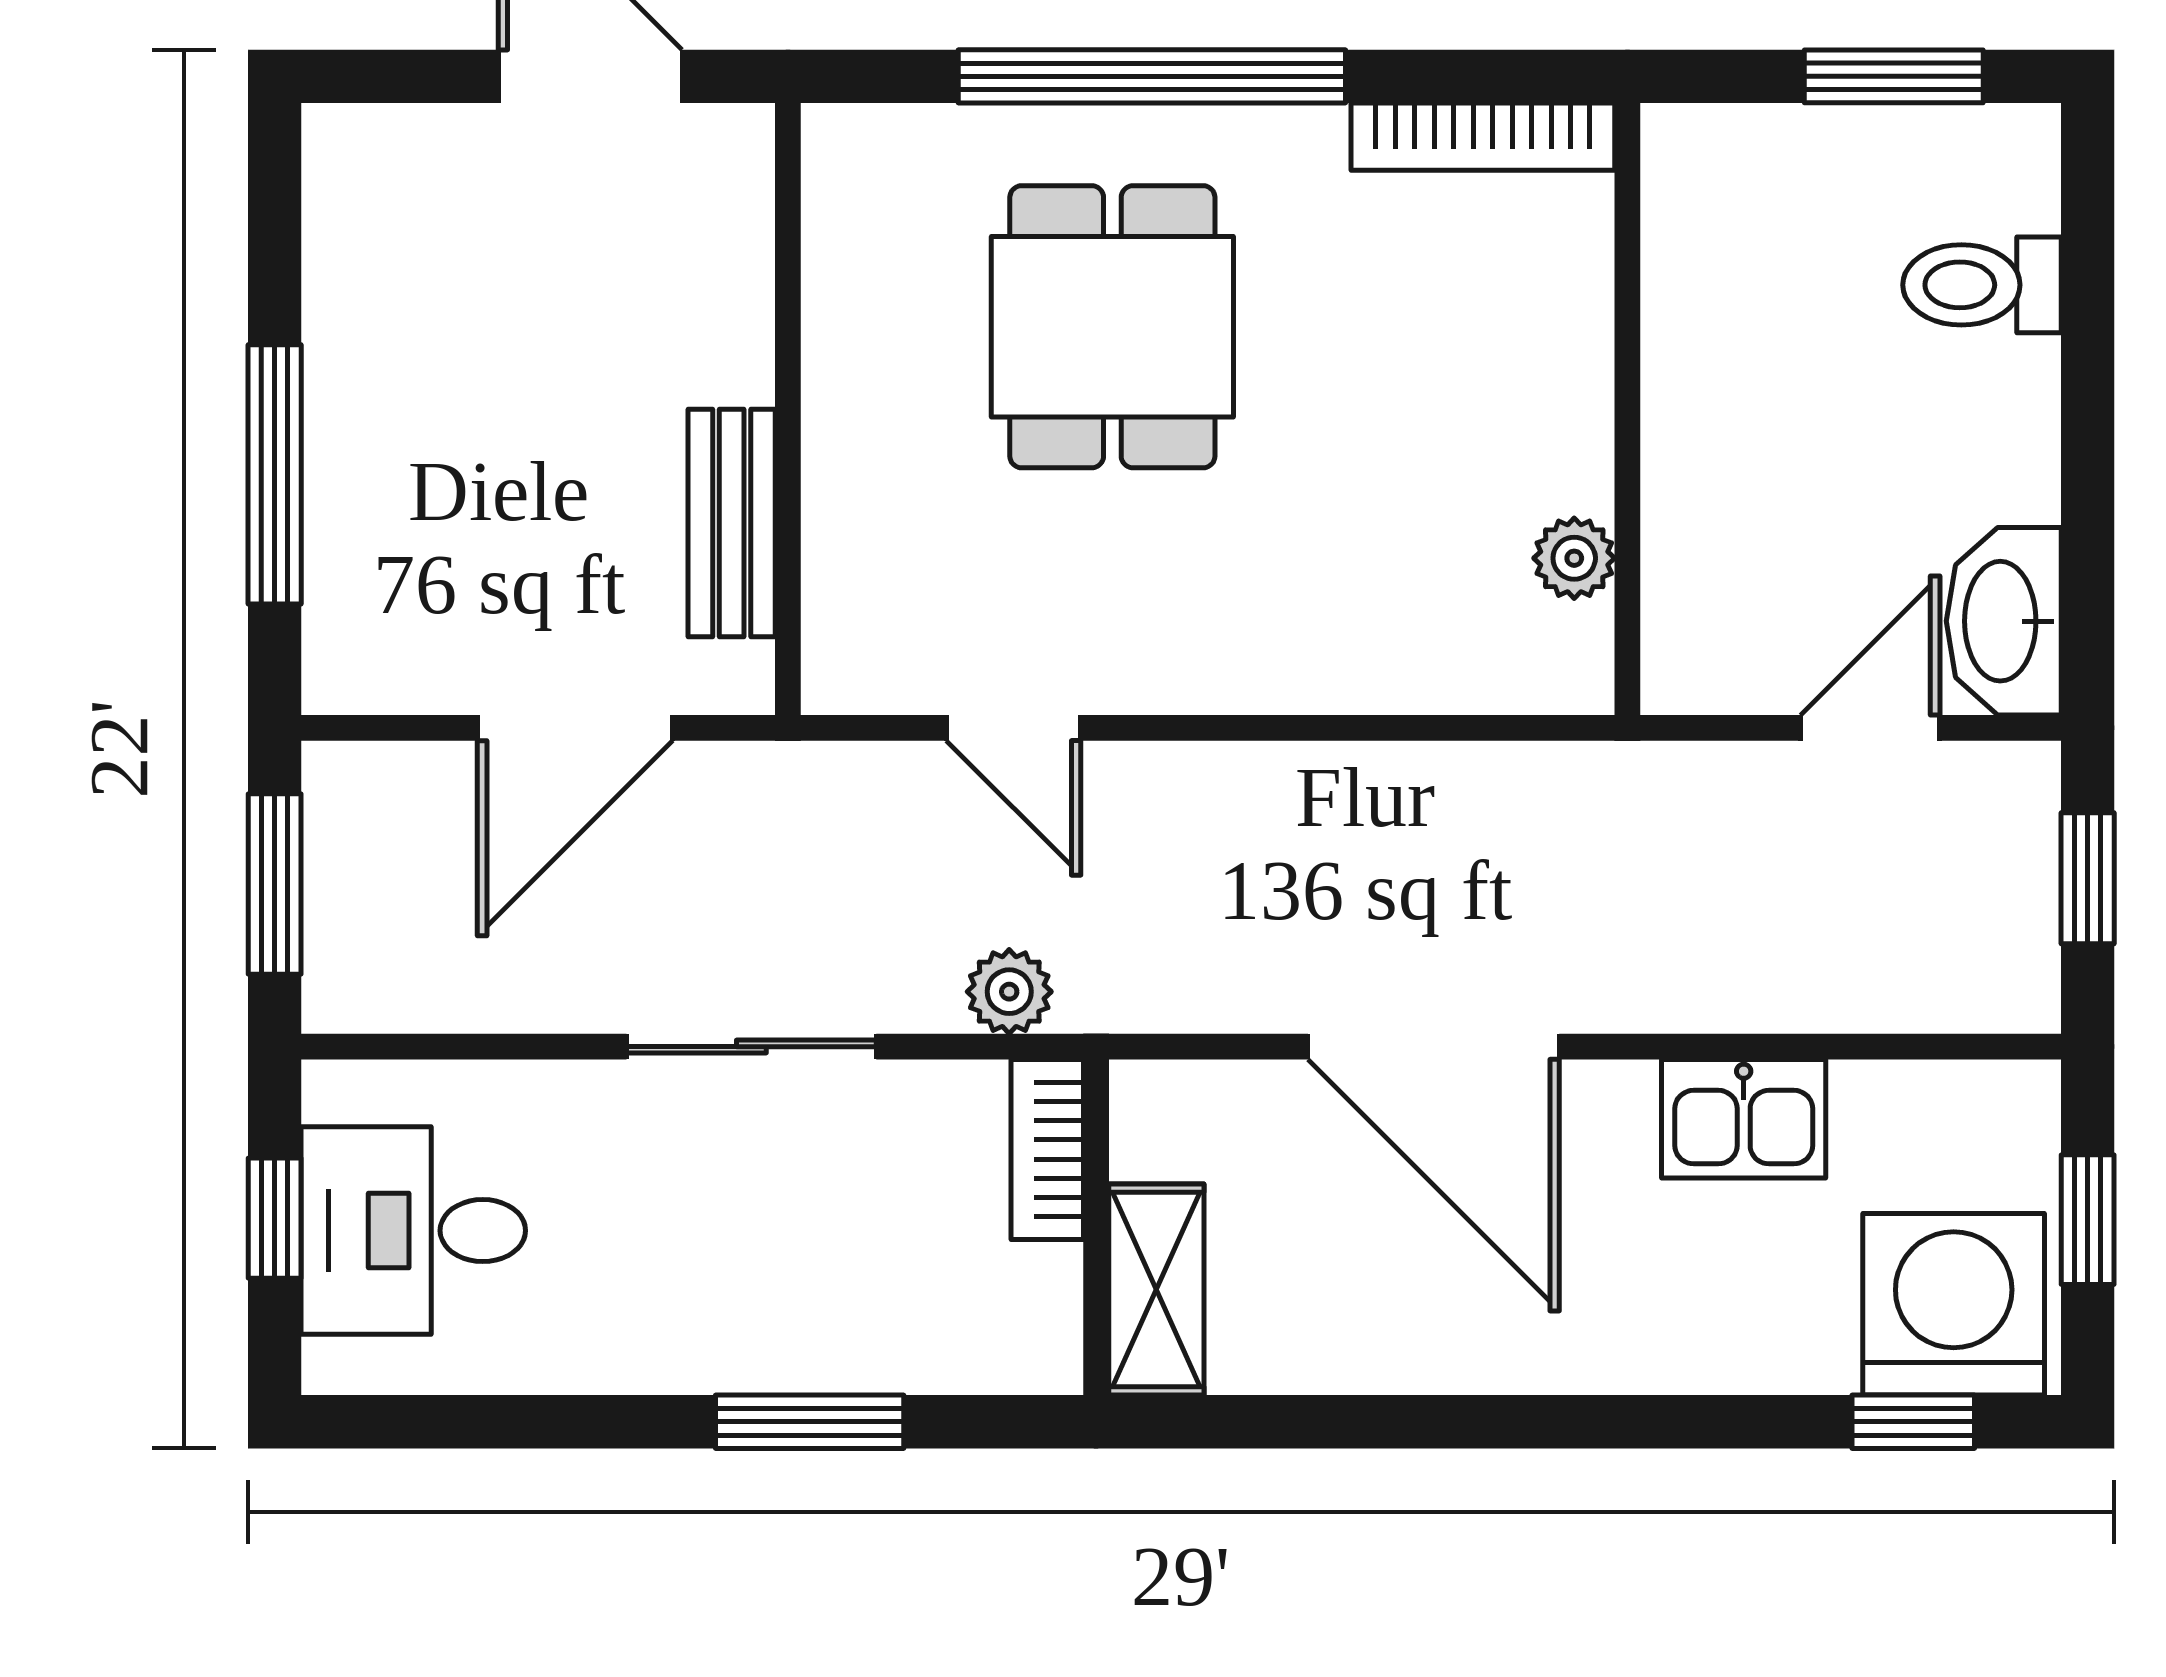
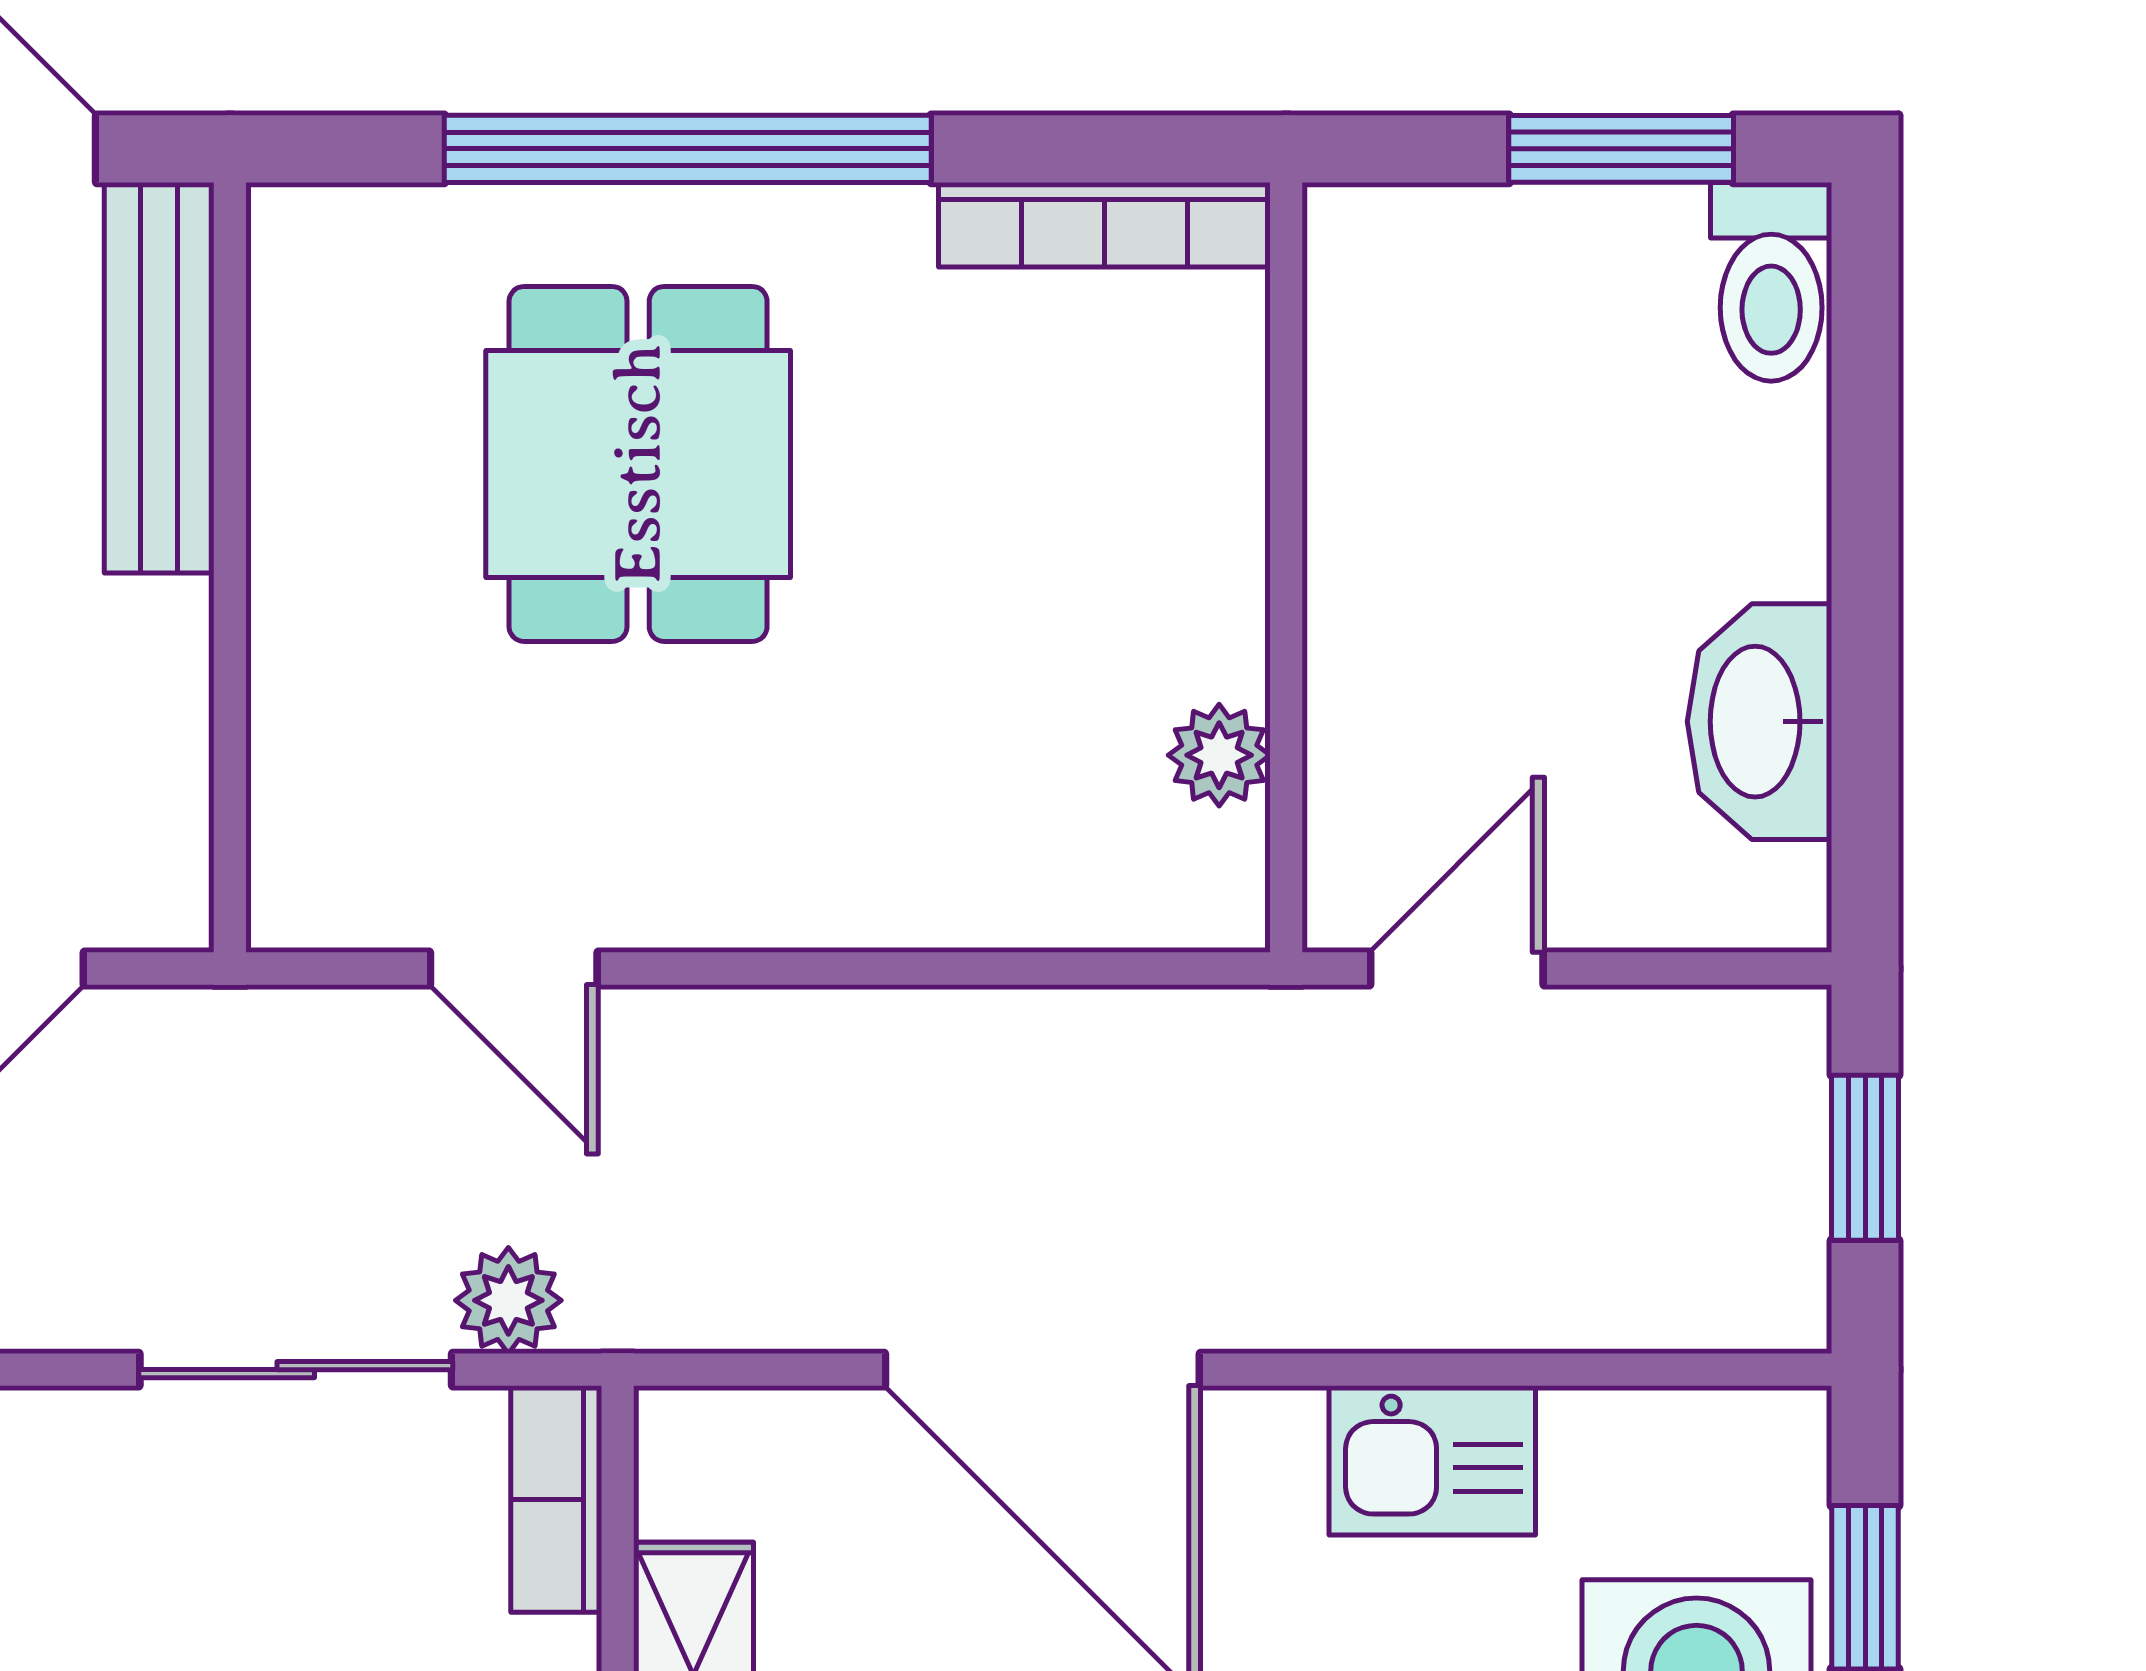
toilet: (1982, 285) -> (1771, 282), moved, turned -90
bench: (732, 523) -> (159, 378), moved, width x1.36
washbasin: (2004, 621) -> (1759, 722), moved
door: (1870, 728) -> (1457, 968), moved
sliding door: (751, 1047) -> (296, 1370), moved

